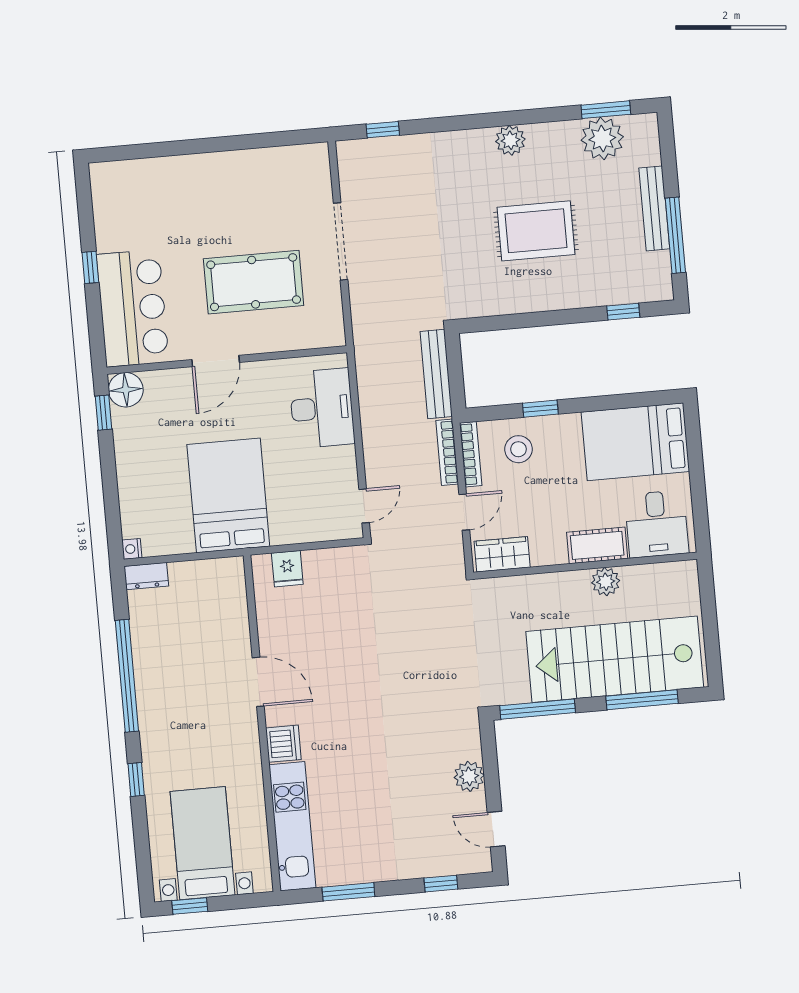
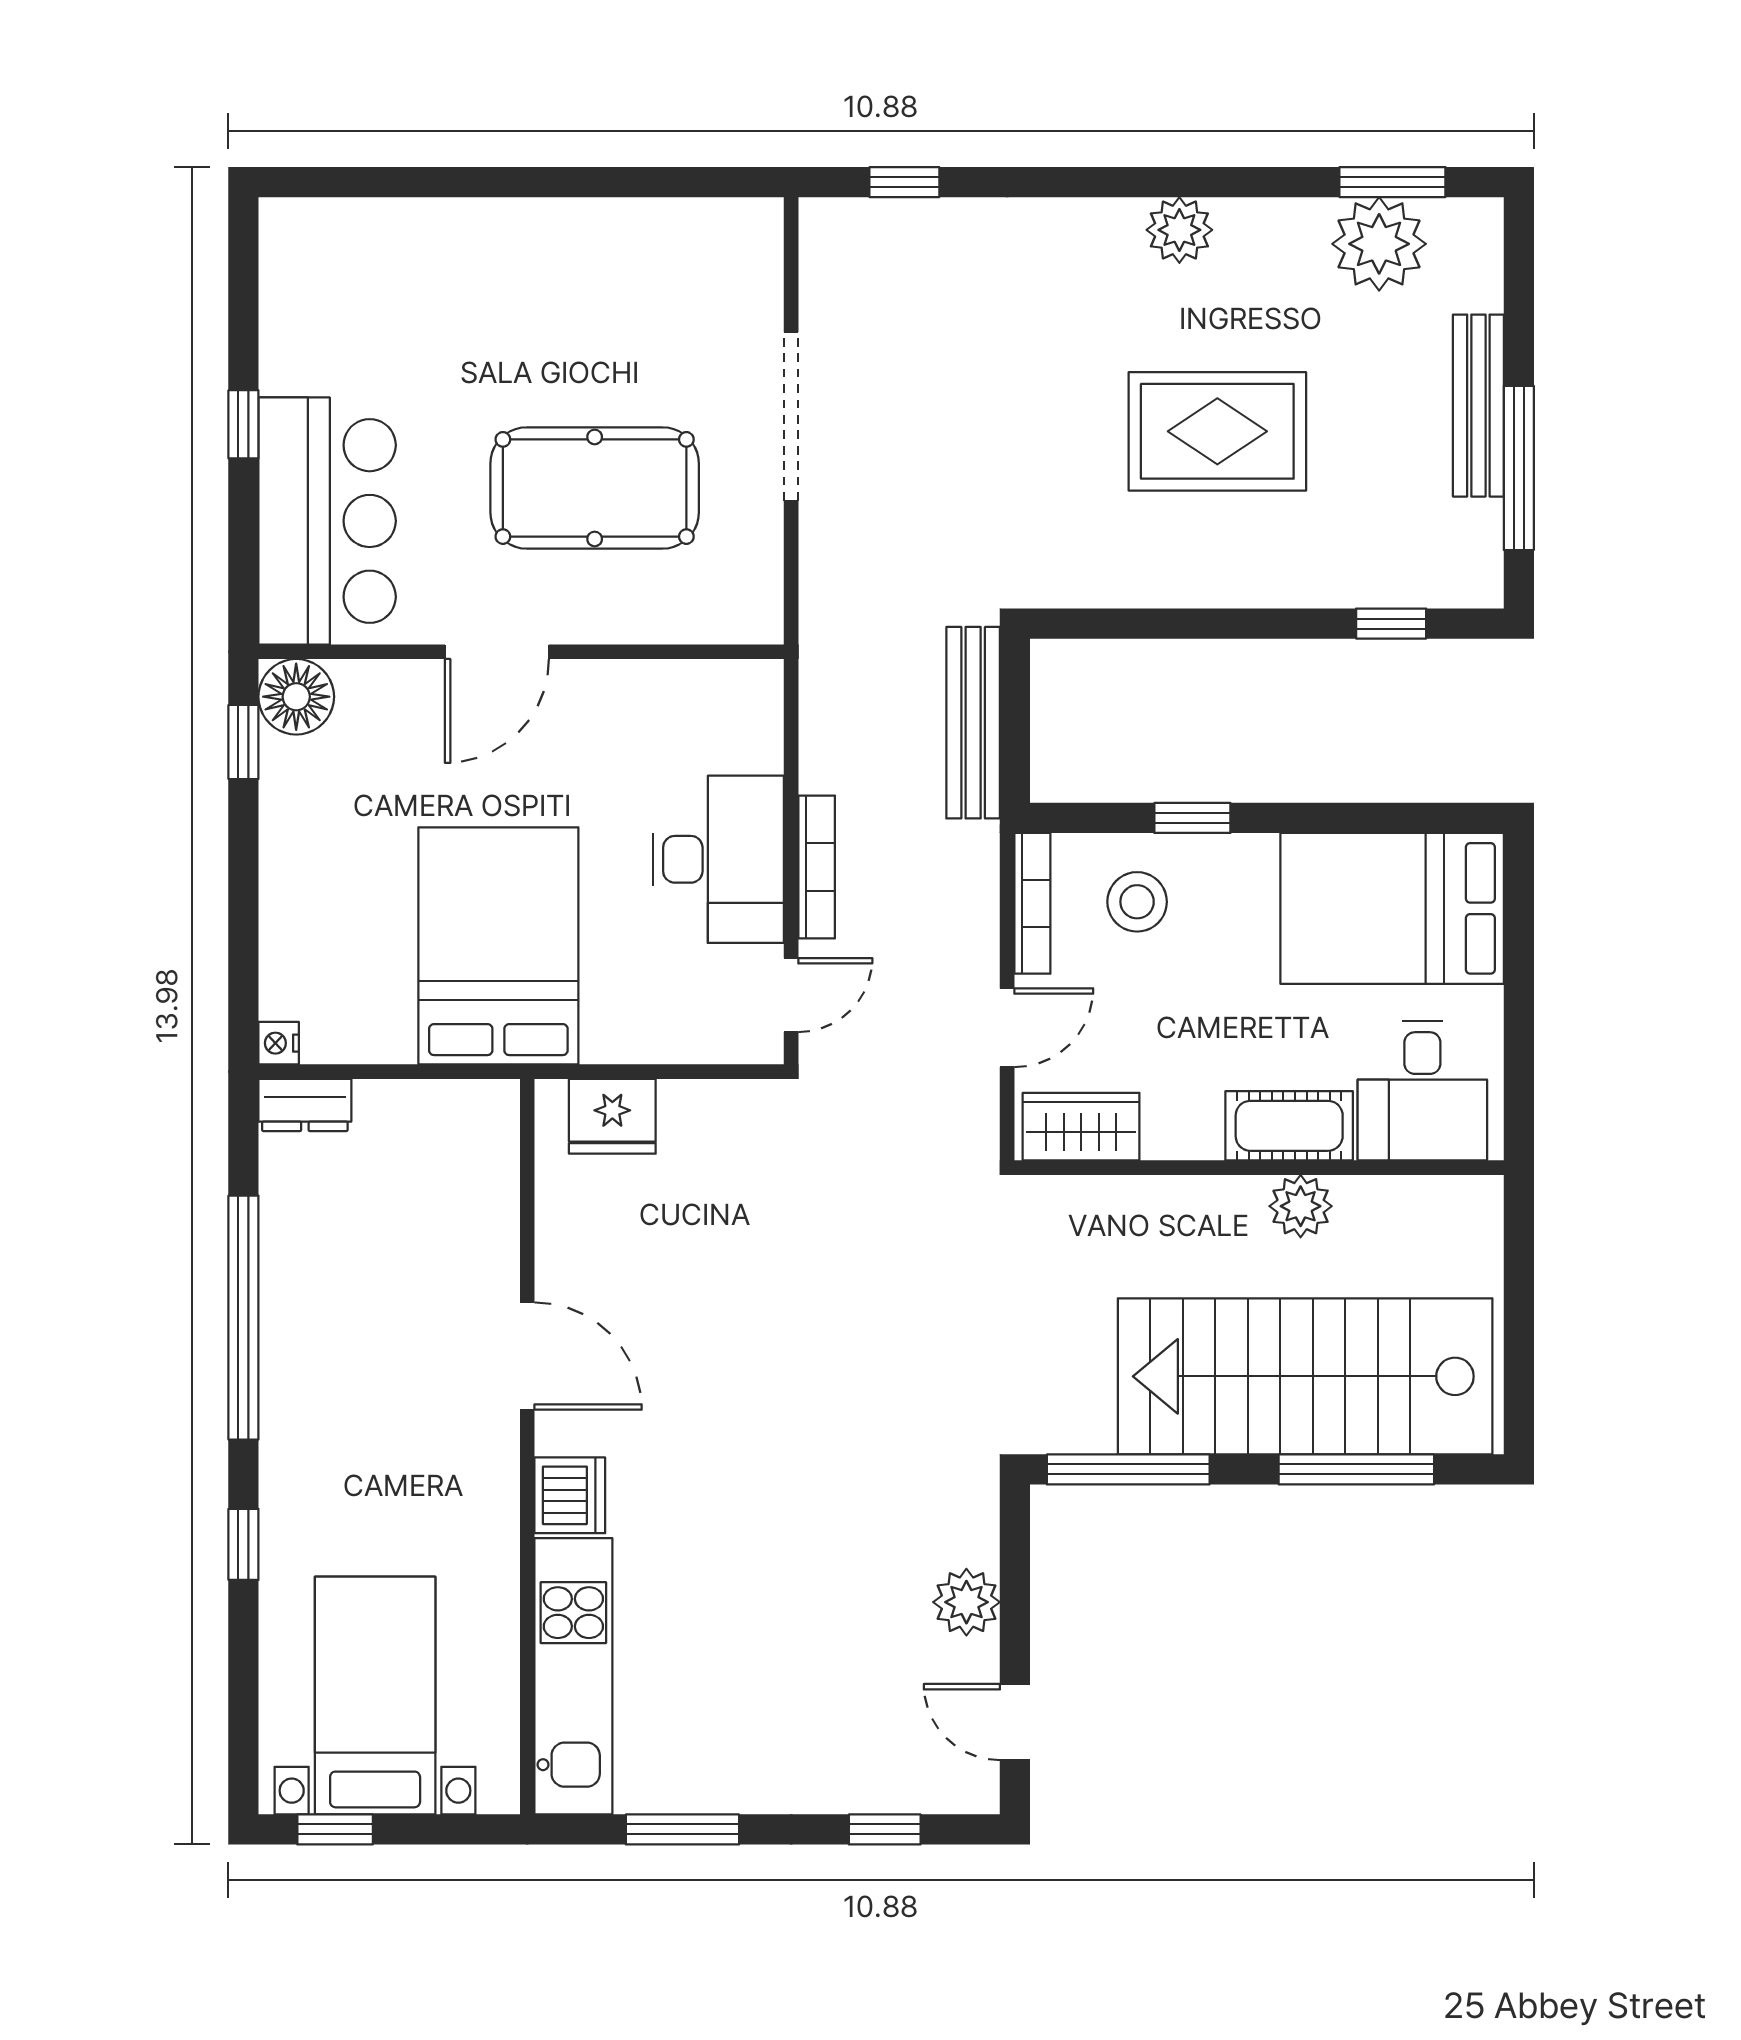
desk: (322, 408) -> (718, 859), moved
bookcase: (447, 452) -> (817, 867), moved, turned 180
fridge: (287, 569) -> (612, 1116), width x1.38

